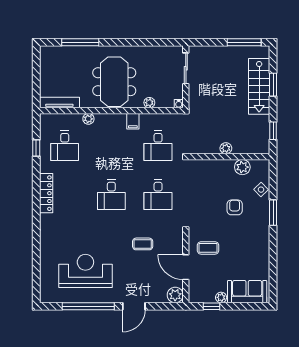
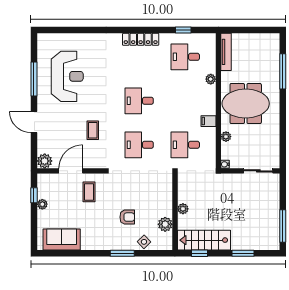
stairs: (259, 86) -> (204, 240), moved
sofa: (247, 292) -> (62, 239), moved, turned -90
window: (88, 306) -> (34, 79), width x0.68

